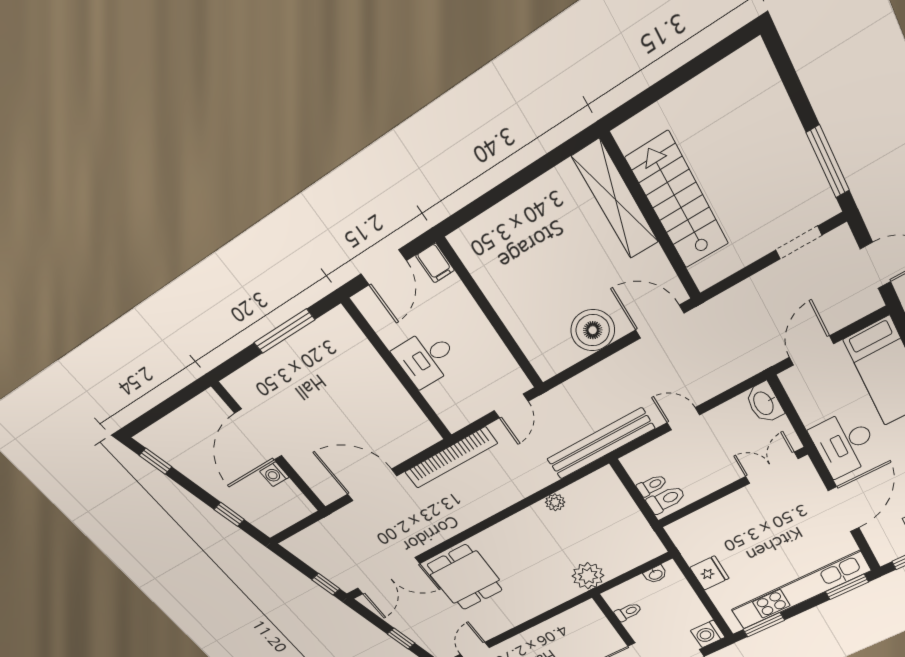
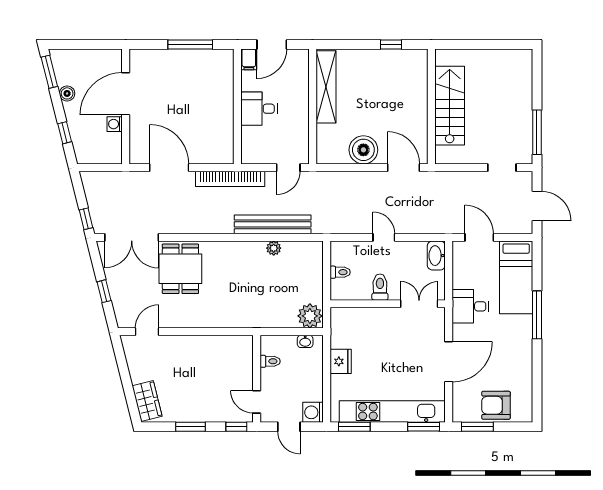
window: (543, 165) -> (391, 44), added
shelving: (616, 200) -> (326, 87), moved
filing cabinet: (435, 263) -> (249, 59), moved
door: (811, 351) -> (479, 237), hinge flipped
bench: (601, 444) -> (273, 224), moved
desk: (844, 444) -> (470, 306), width x0.73
window: (156, 461) -> (49, 72), width x1.50
boiler: (195, 473) -> (67, 93), added
toilet: (666, 499) -> (380, 287), moved, turned -90
plant: (588, 576) -> (310, 316), moved

